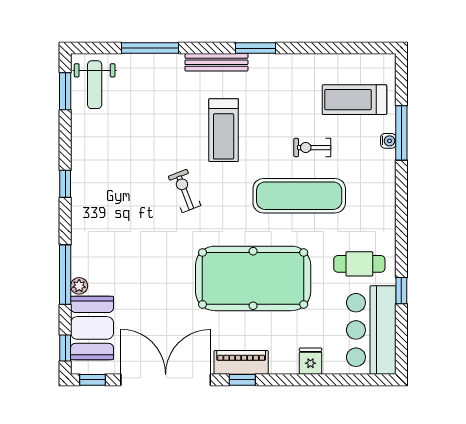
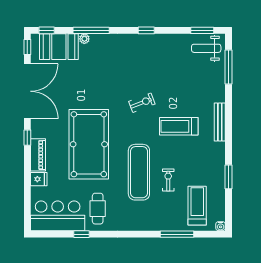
window: (150, 48) -> (228, 67), moved
window: (256, 48) -> (228, 177), moved
water cooler: (388, 141) -> (221, 226), moved
piano: (241, 362) -> (38, 155), moved

